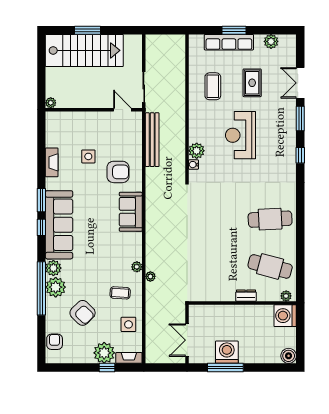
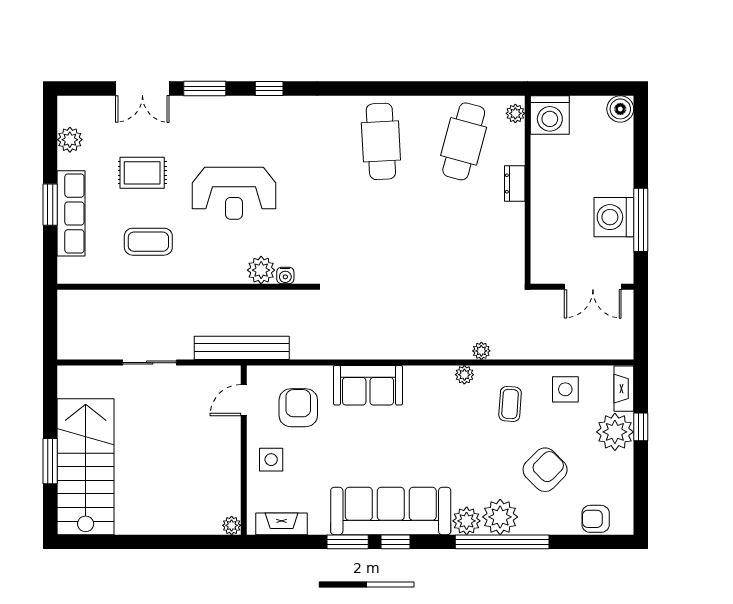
plant: (51, 103) -> (232, 525), moved
wall: (94, 110) -> (244, 450), moved
door: (122, 110) -> (244, 400), moved

